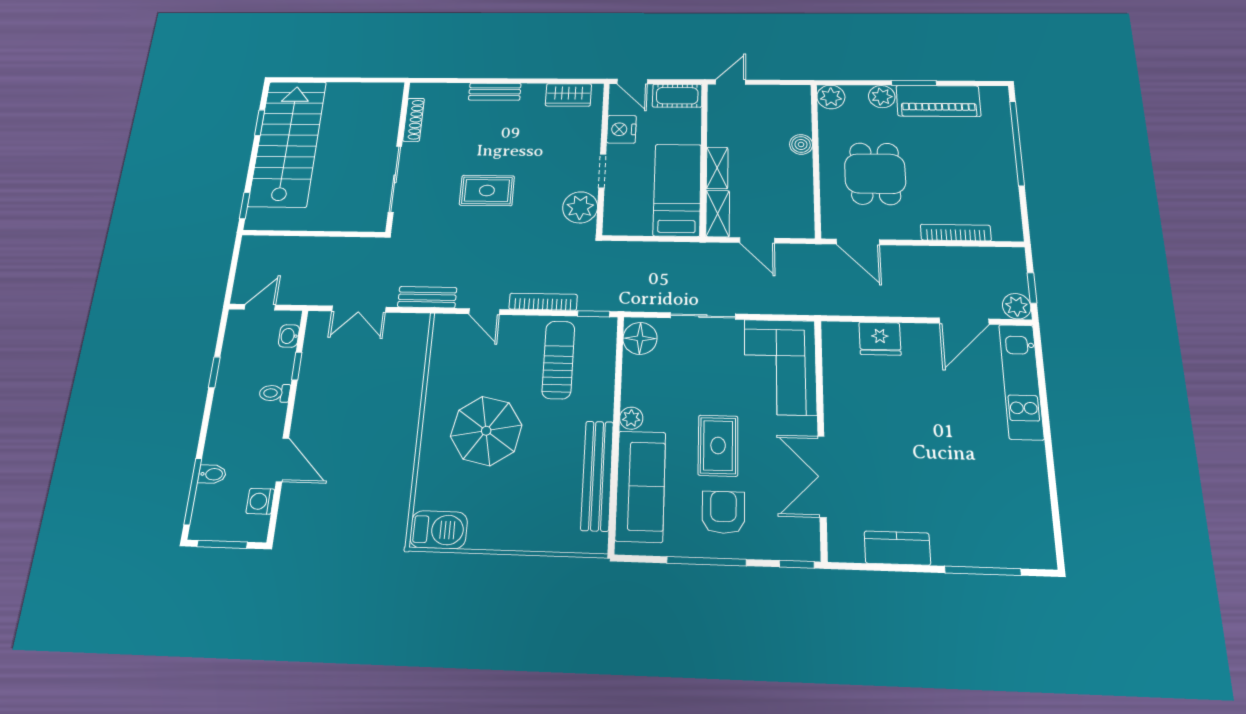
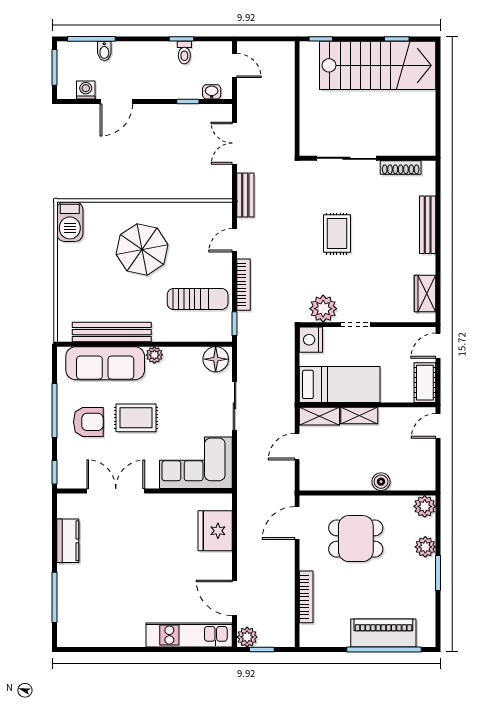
door: (731, 82) -> (438, 426), swing flipped
bench: (495, 92) -> (428, 225), width x1.36
piano: (938, 101) -> (383, 633), moved, turned 90
nightstand: (621, 129) -> (311, 340), moved, turned -90
fridge: (880, 339) -> (215, 531), width x1.36, depth x1.34
toilet: (275, 393) -> (184, 53), moved, turned 180

